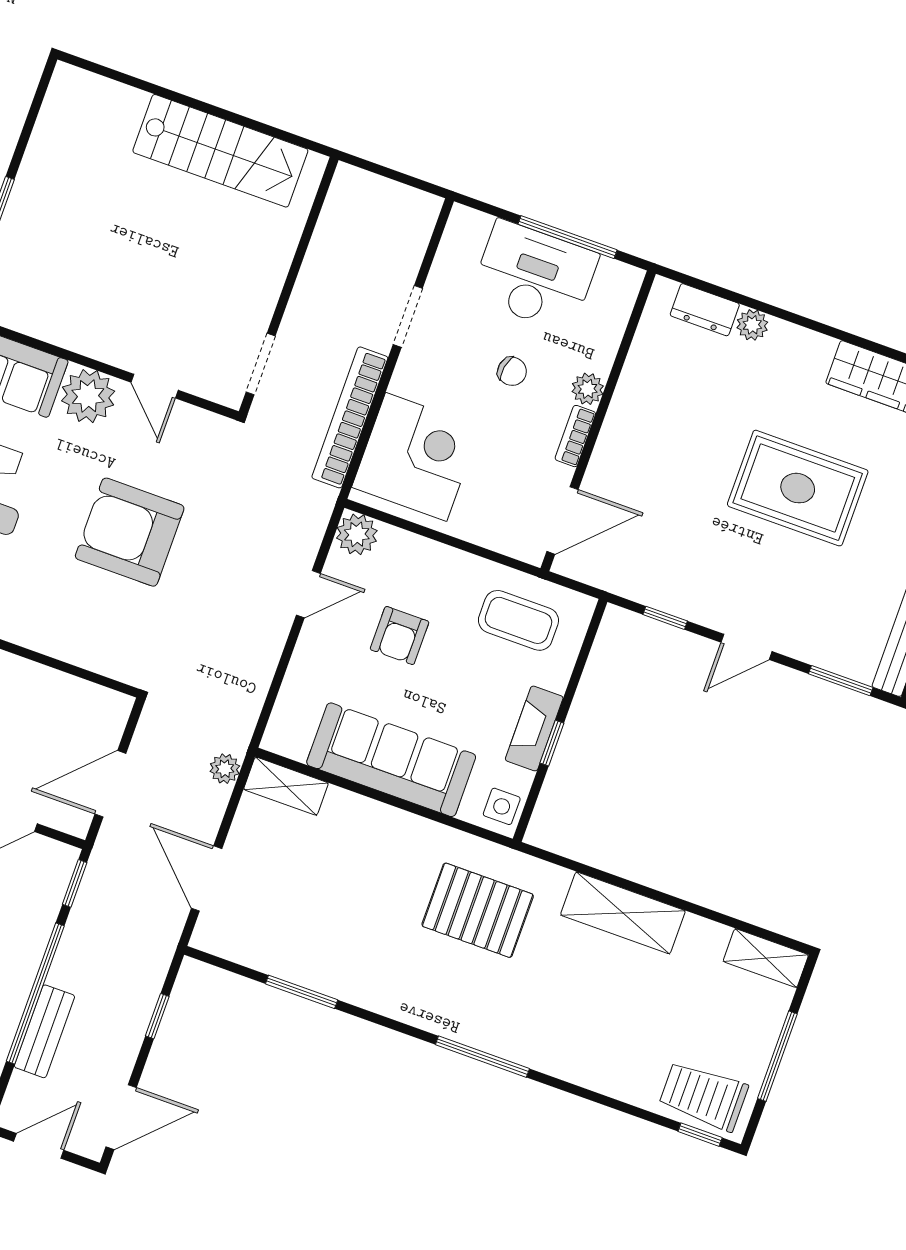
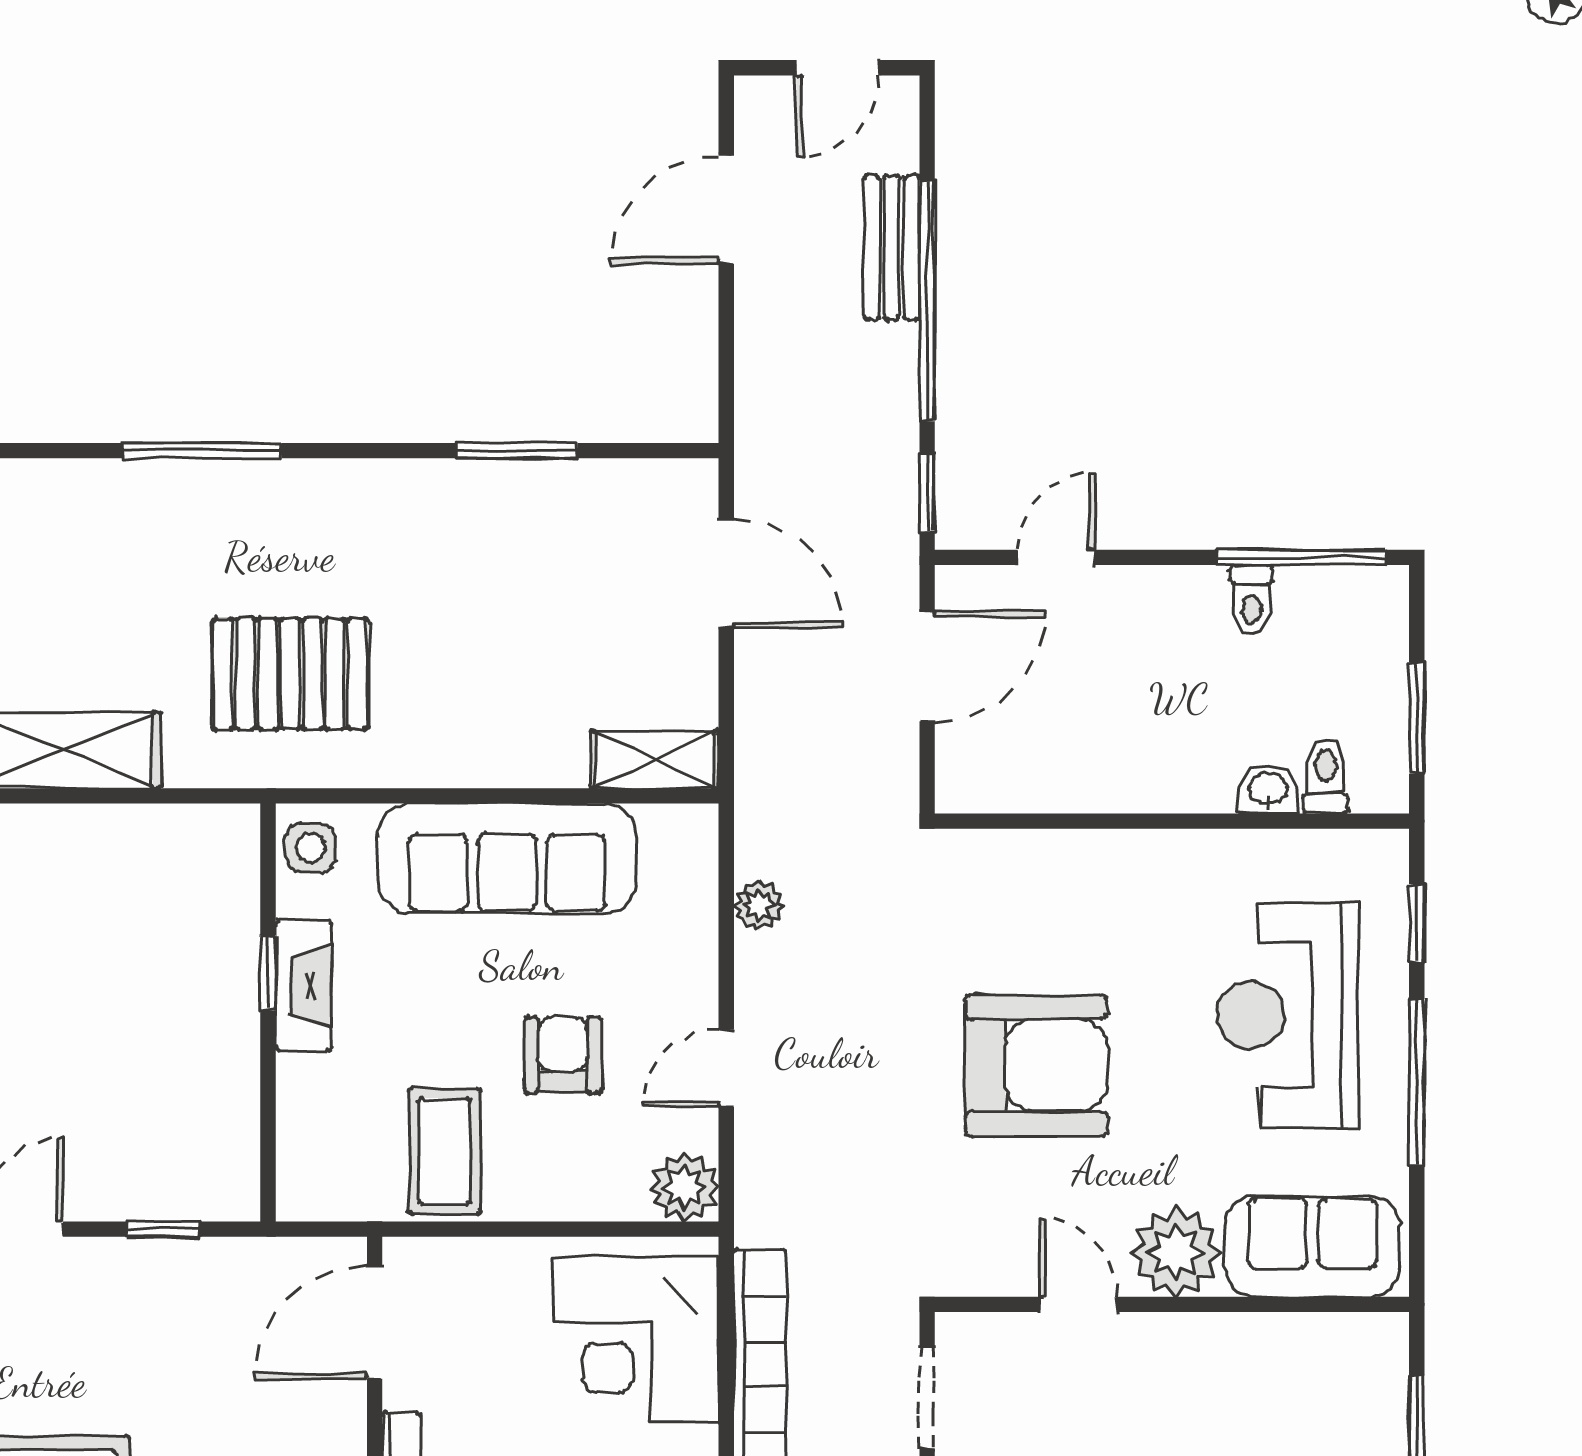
coffee table: (518, 620) -> (445, 1151), moved, turned 90
plant: (225, 769) -> (759, 906), moved
window: (157, 1016) -> (726, 333), removed
door: (121, 1117) -> (726, 210), moved

